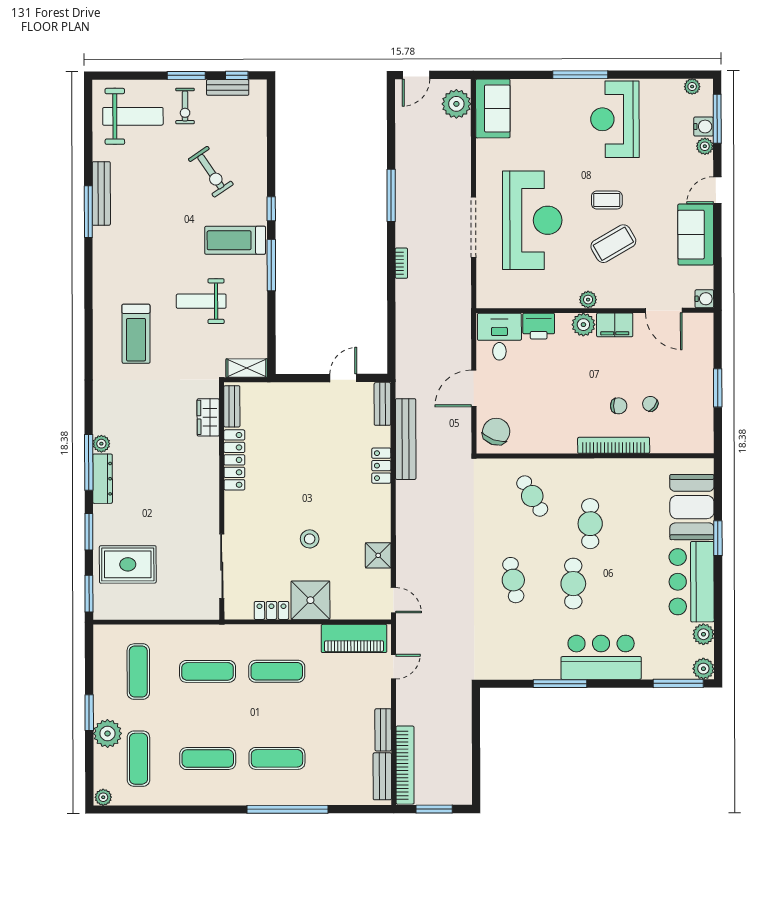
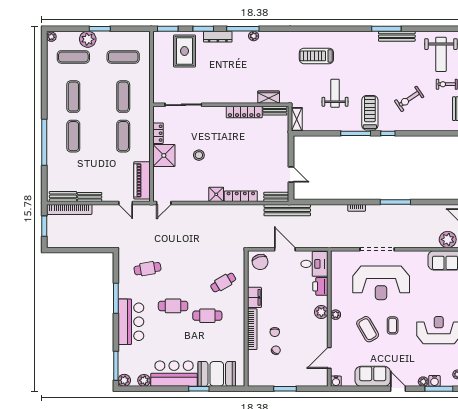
filing cabinet: (615, 325) -> (254, 297), moved, turned 180
chair: (496, 432) -> (260, 262), turned 53
bench: (406, 439) -> (287, 210), moved
locker: (381, 466) -> (241, 196), width x1.53
dresser: (103, 479) -> (218, 37), moved
shower: (378, 555) -> (216, 194), moved
cafe table: (513, 580) -> (147, 269), moved

